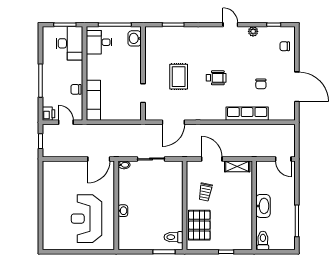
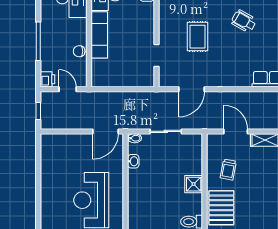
wheelchair: (216, 78) -> (244, 21), moved, turned -151
exam couch: (93, 100) -> (99, 35), moved
shower: (175, 205) -> (194, 184), added
washbasin: (123, 211) -> (133, 161), moved

